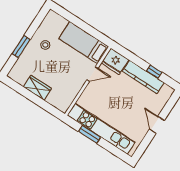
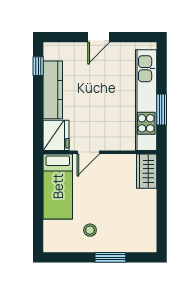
window: (154, 72) -> (38, 66), moved
door: (92, 74) -> (88, 152), swing flipped
wardrobe: (37, 88) -> (147, 171), moved

